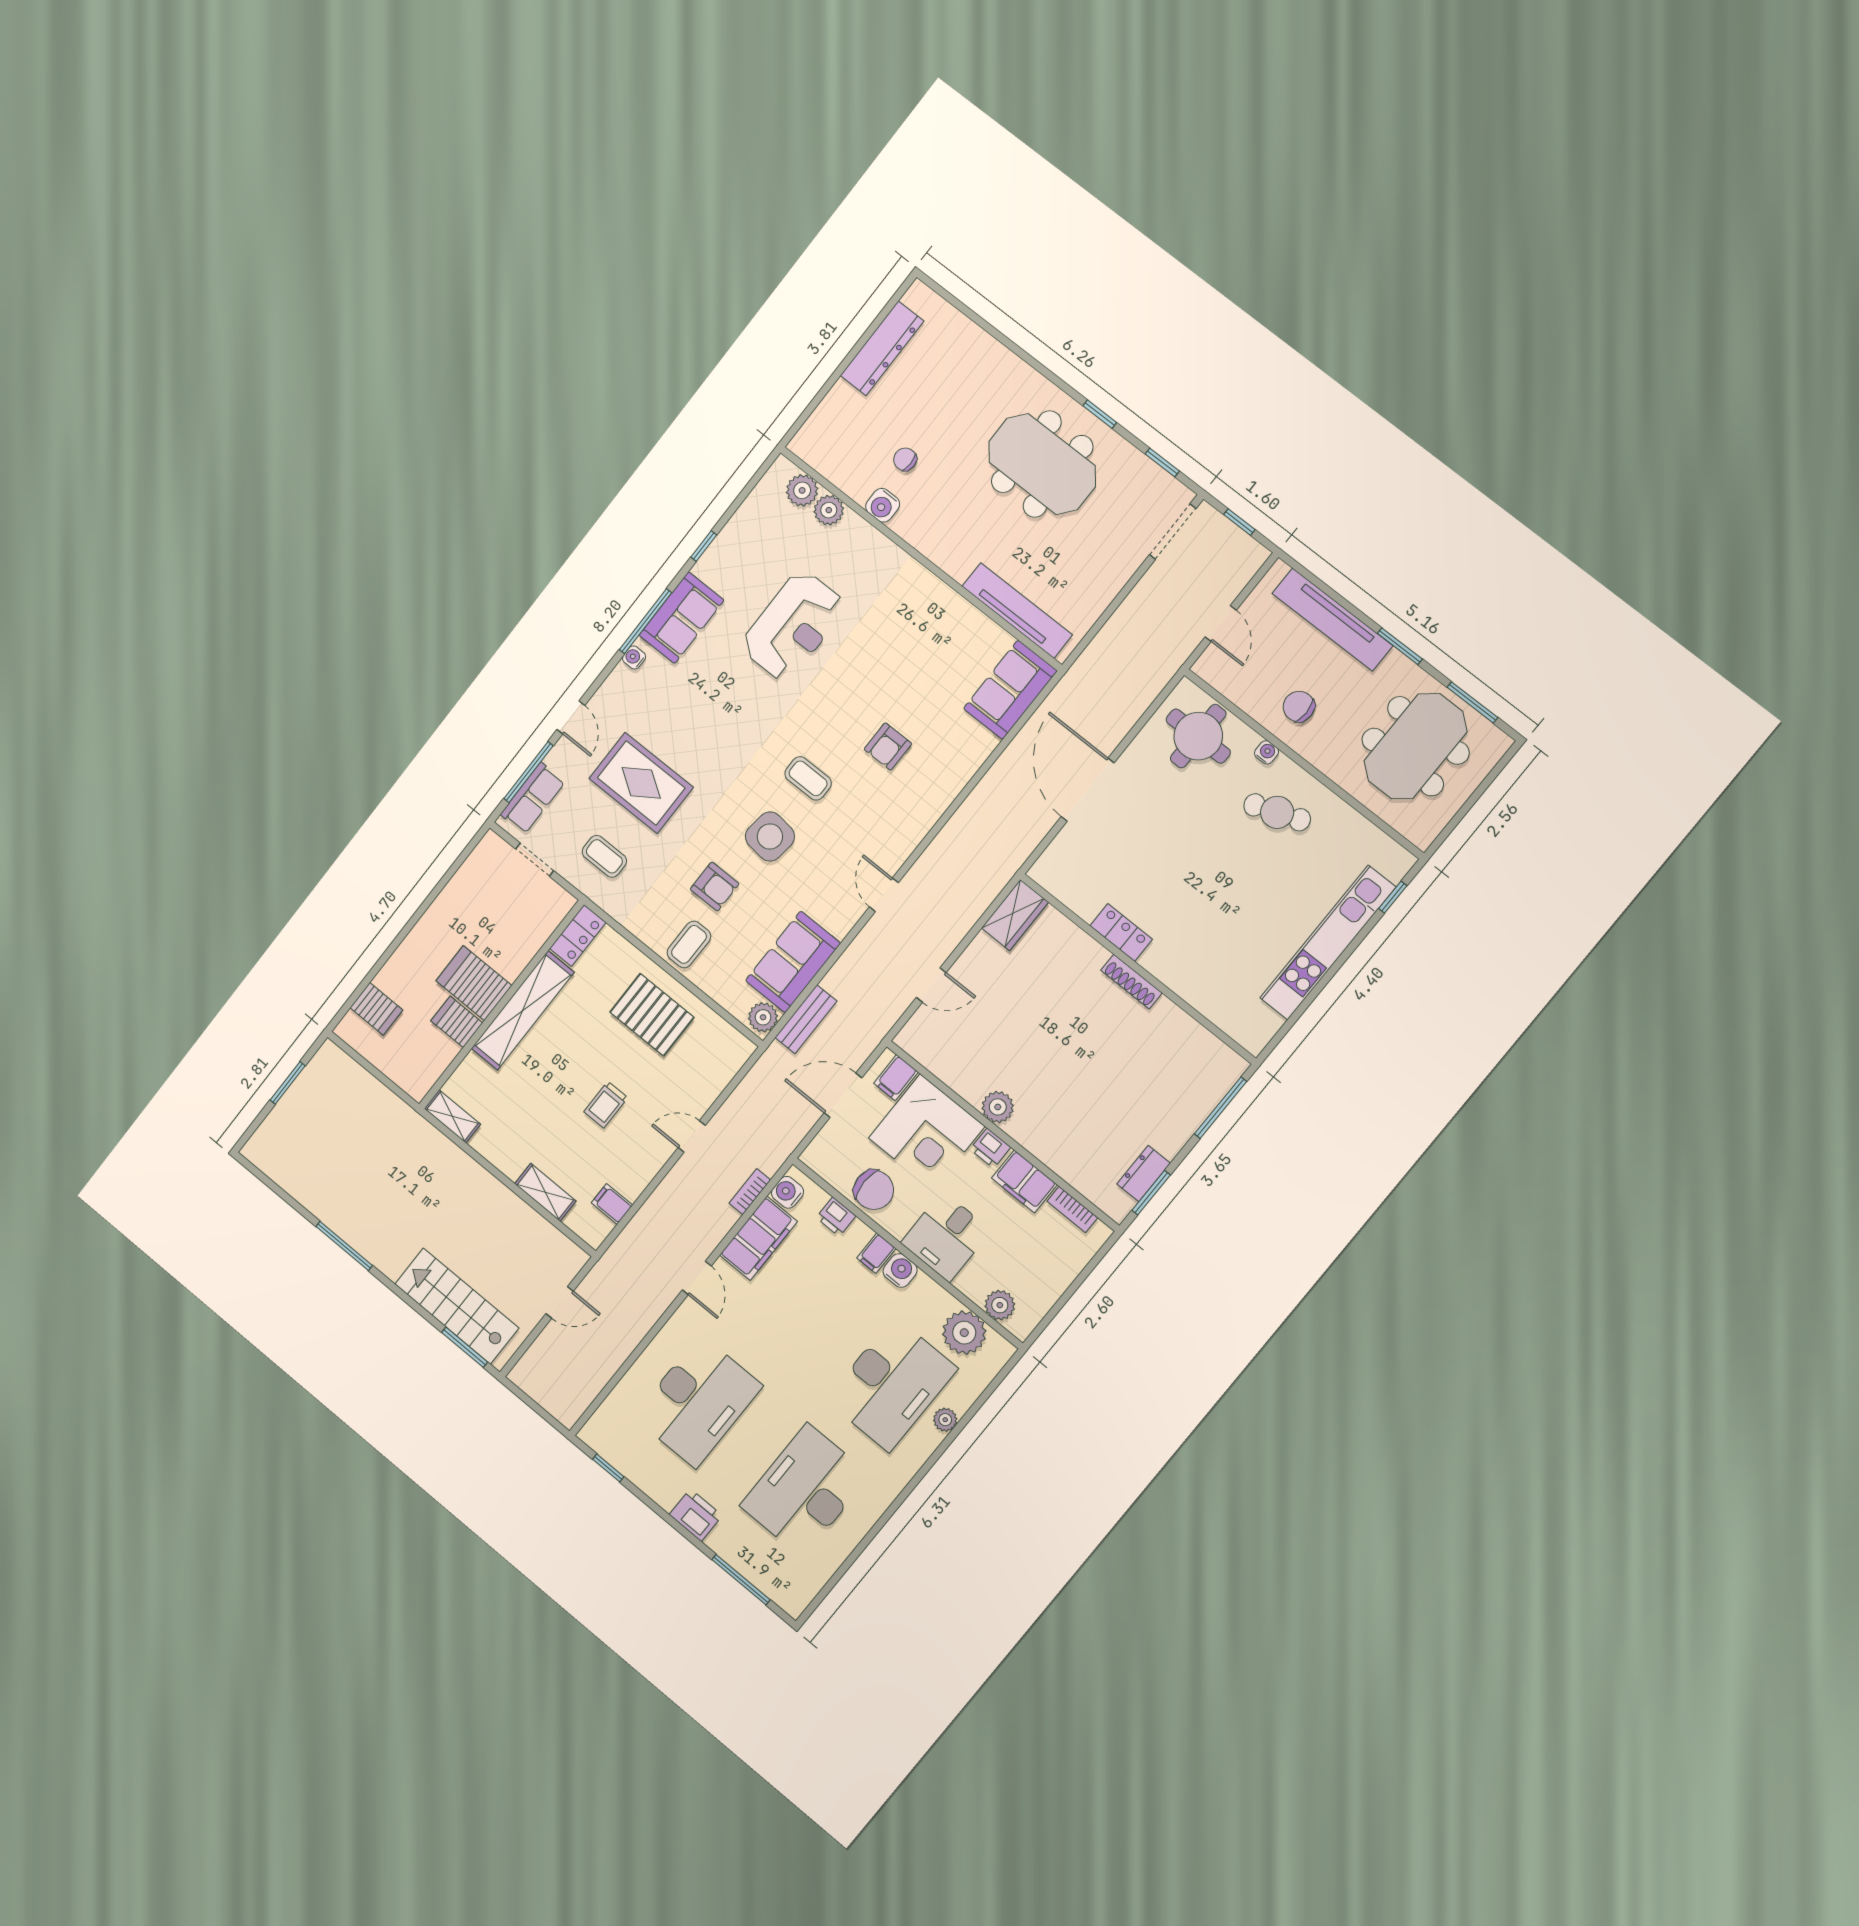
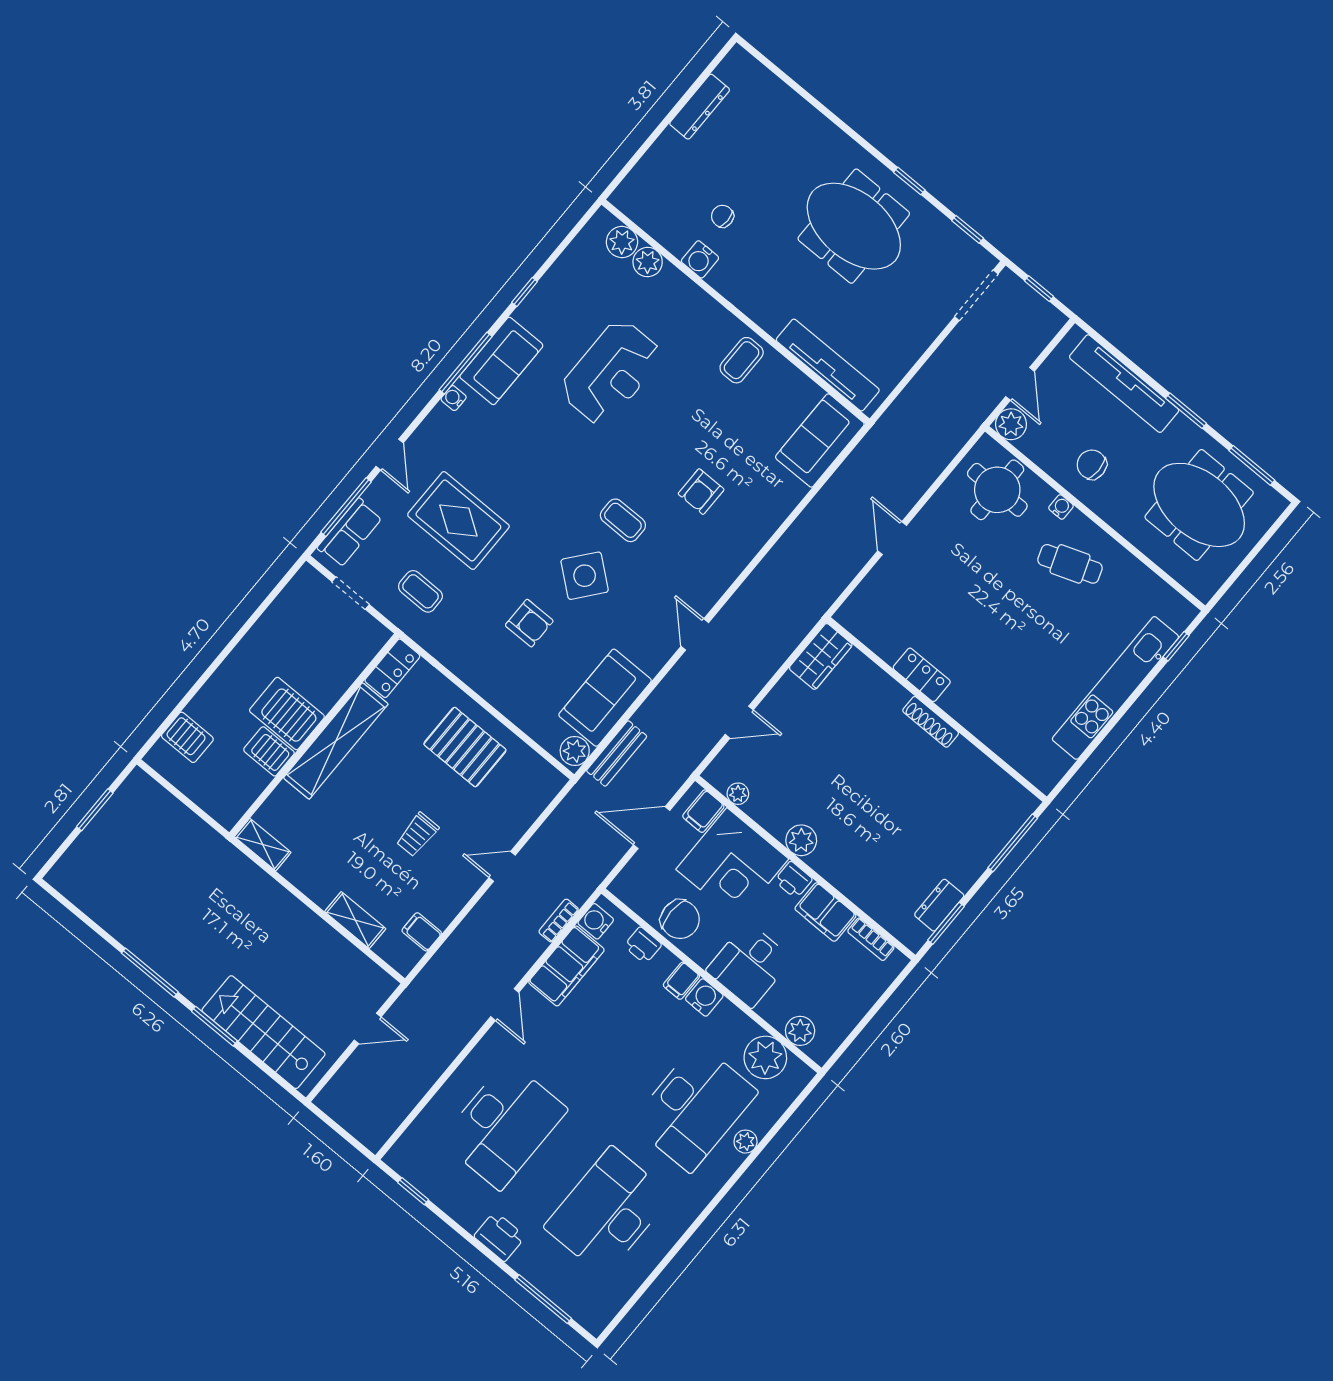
dresser: (882, 348) -> (700, 107), width x0.73, depth x0.80
plant: (1212, 666) -> (1011, 424), added
meeting table: (1416, 746) -> (1199, 505), turned 90
door: (1088, 790) -> (892, 538), width x0.53
side table: (770, 836) -> (585, 576), turned 32
coffee table: (689, 944) -> (742, 360), moved
plant: (931, 1059) -> (738, 794), added
window: (465, 1347) -> (214, 1026), moved

